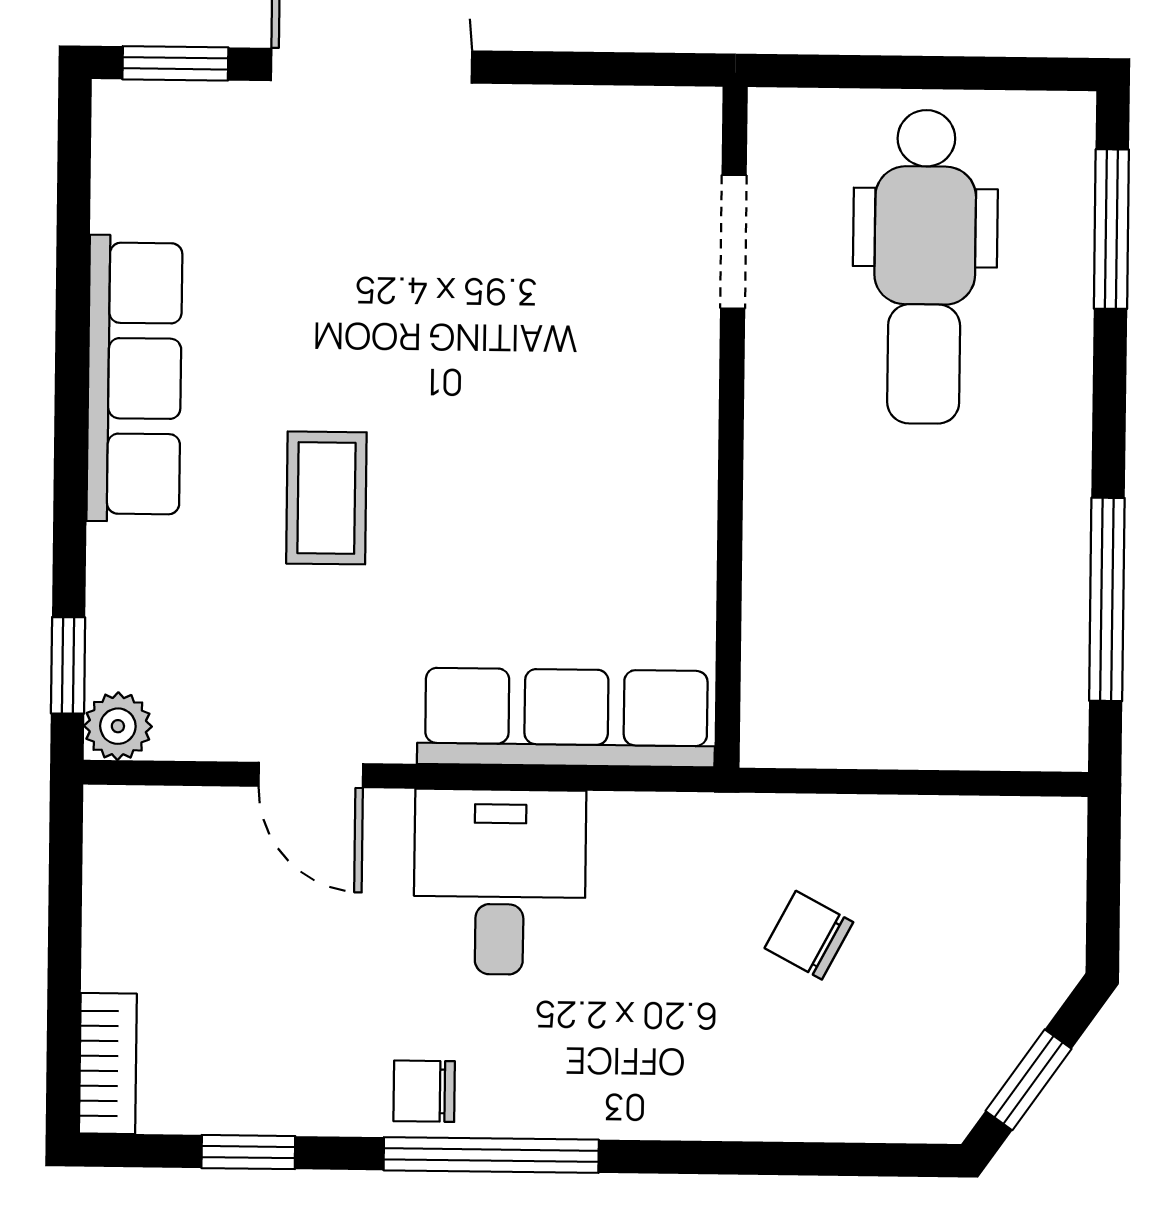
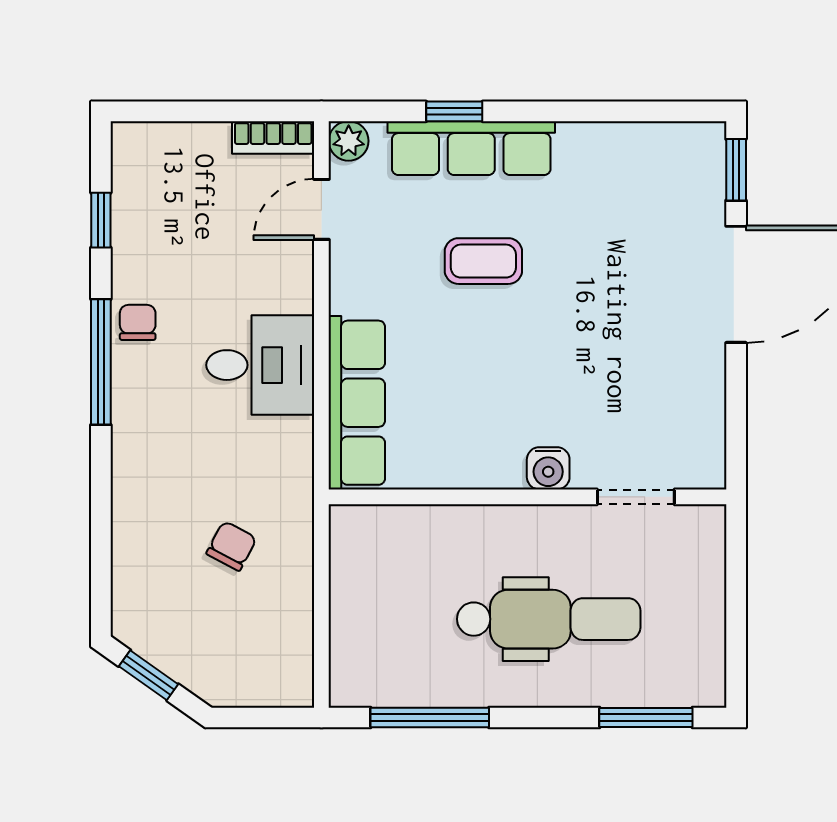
dental chair: (925, 267) -> (549, 619), moved, turned 180
row of seats: (134, 378) -> (471, 148), moved
water cooler: (683, 391) -> (548, 468), added
window: (68, 665) -> (454, 111), moved
door: (311, 775) -> (321, 209), moved
bookcase: (108, 1064) -> (273, 137), moved

